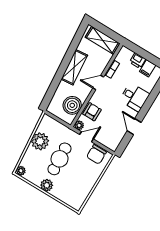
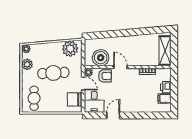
shelving: (74, 67) -> (131, 41), removed
door: (98, 83) -> (120, 67), moved
desk: (134, 97) -> (94, 102), moved
plant: (40, 141) -> (70, 49), moved
plant: (47, 185) -> (27, 64), moved
cafe table: (72, 192) -> (34, 98), added

